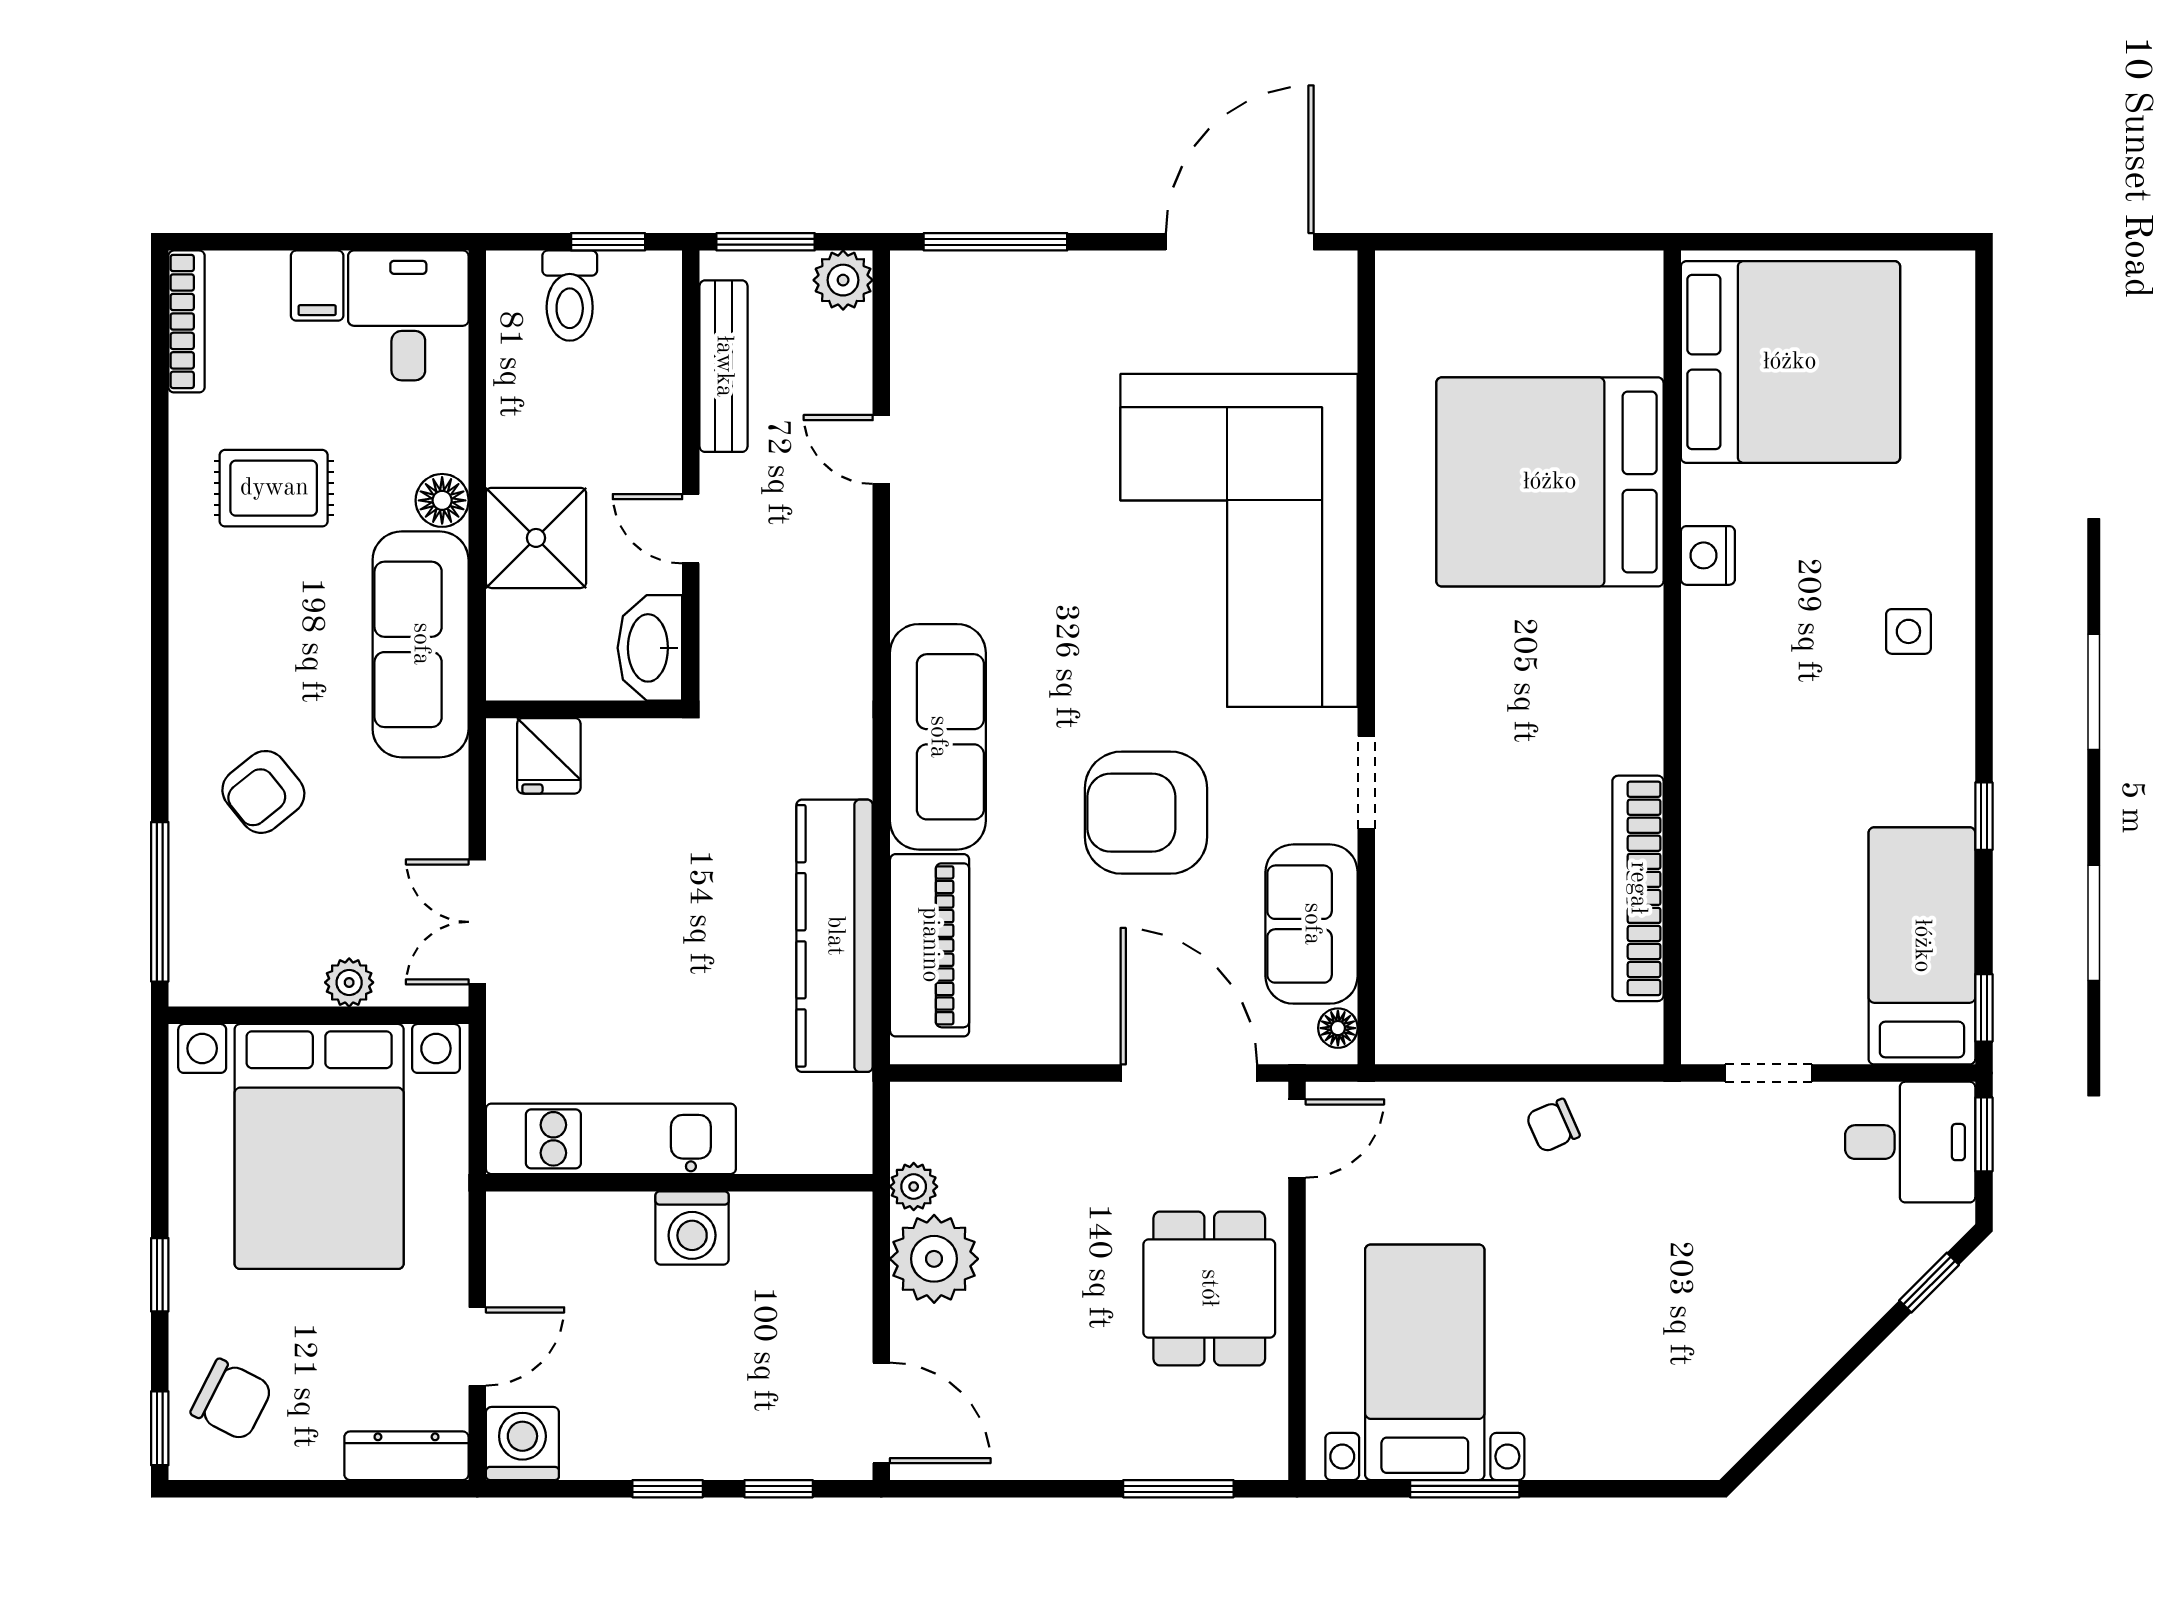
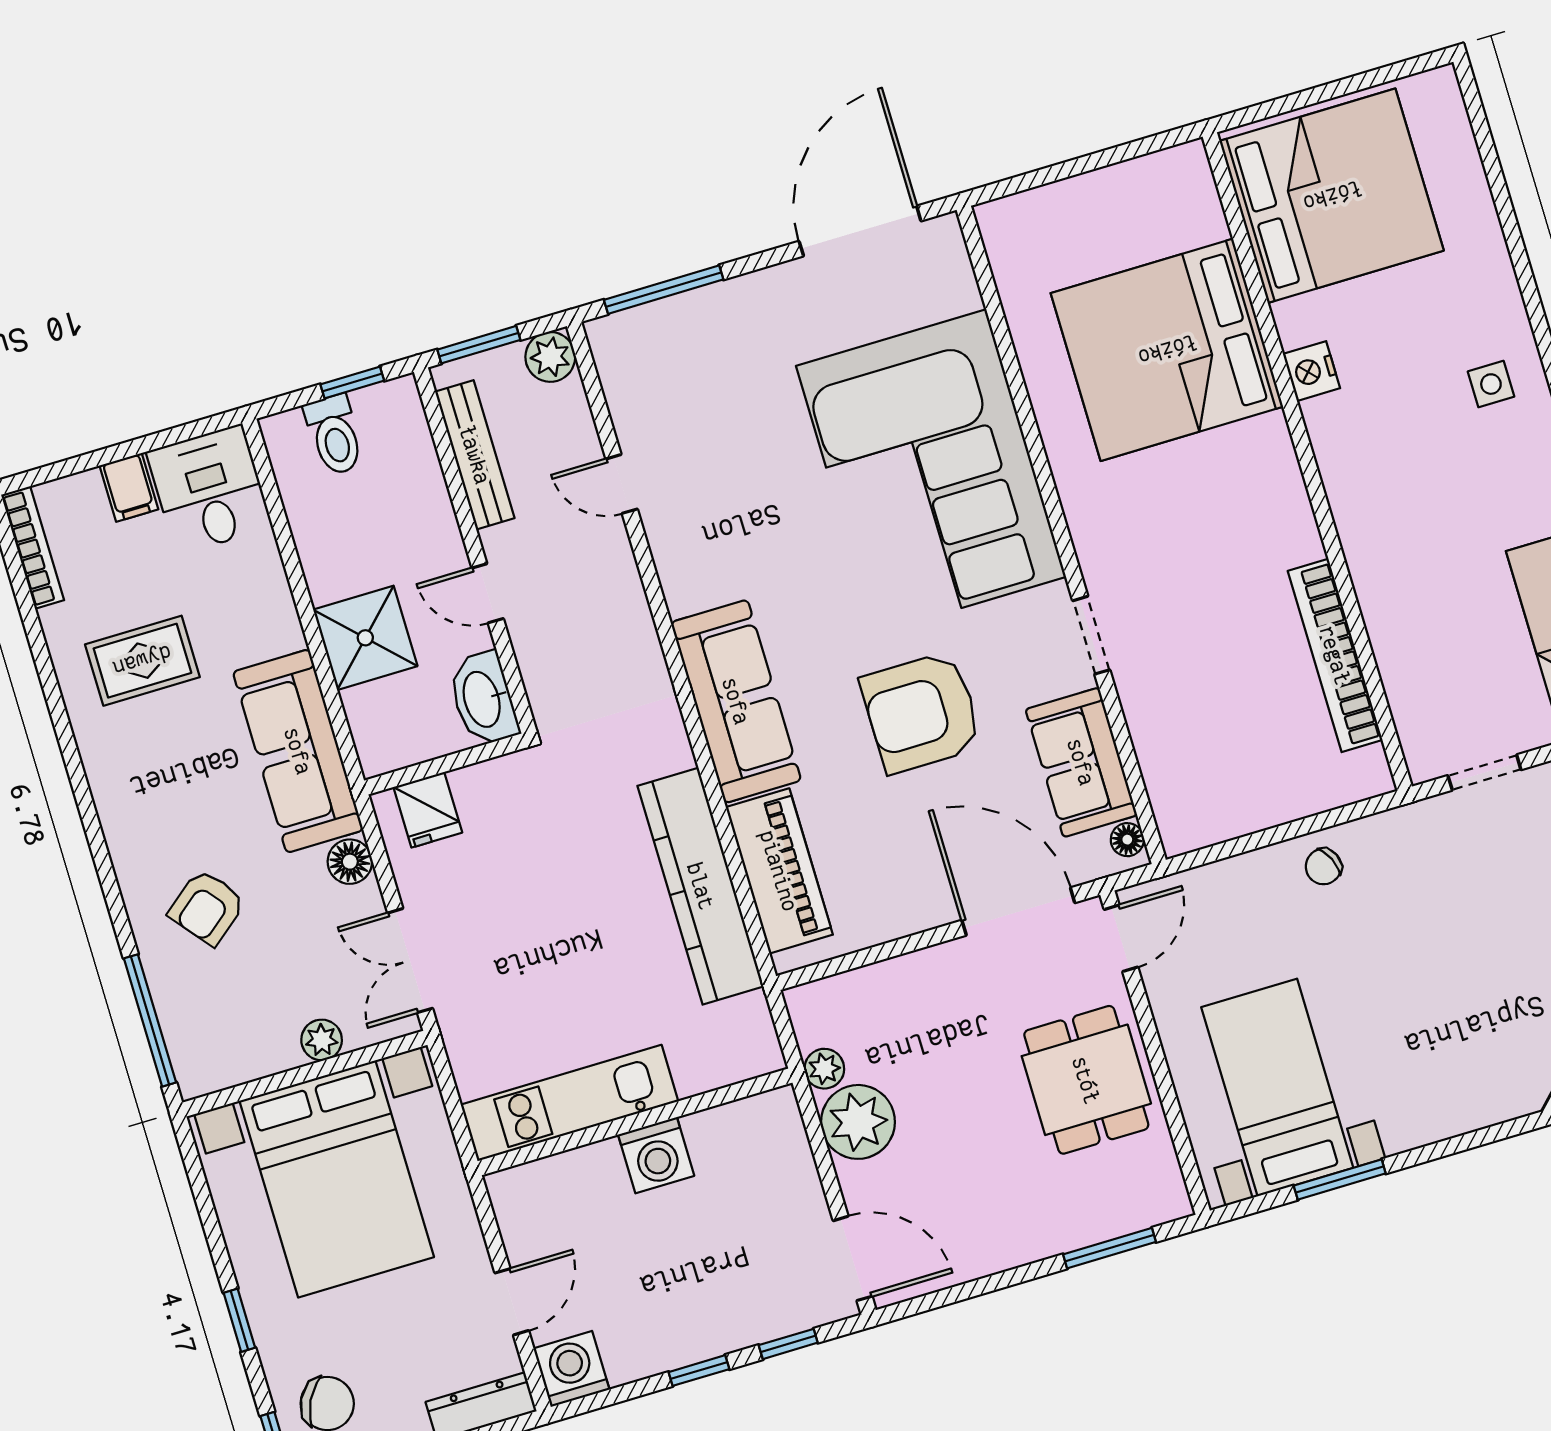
floor lamp: (442, 500) -> (350, 862), moved

